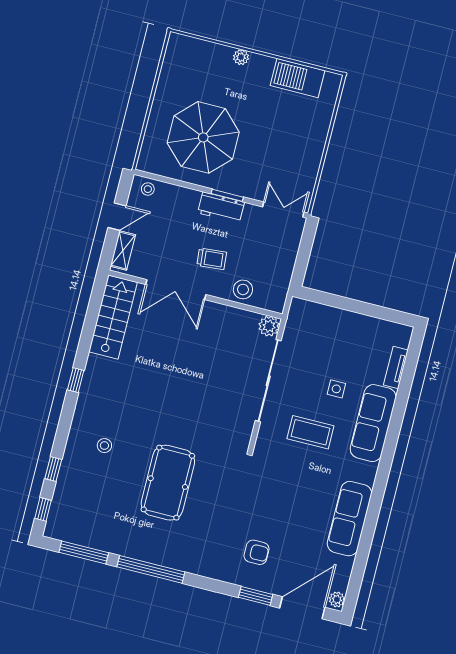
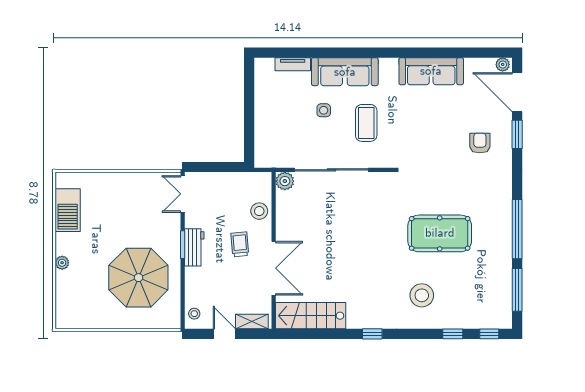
stool: (104, 446) -> (422, 295), width x1.89, depth x1.89

